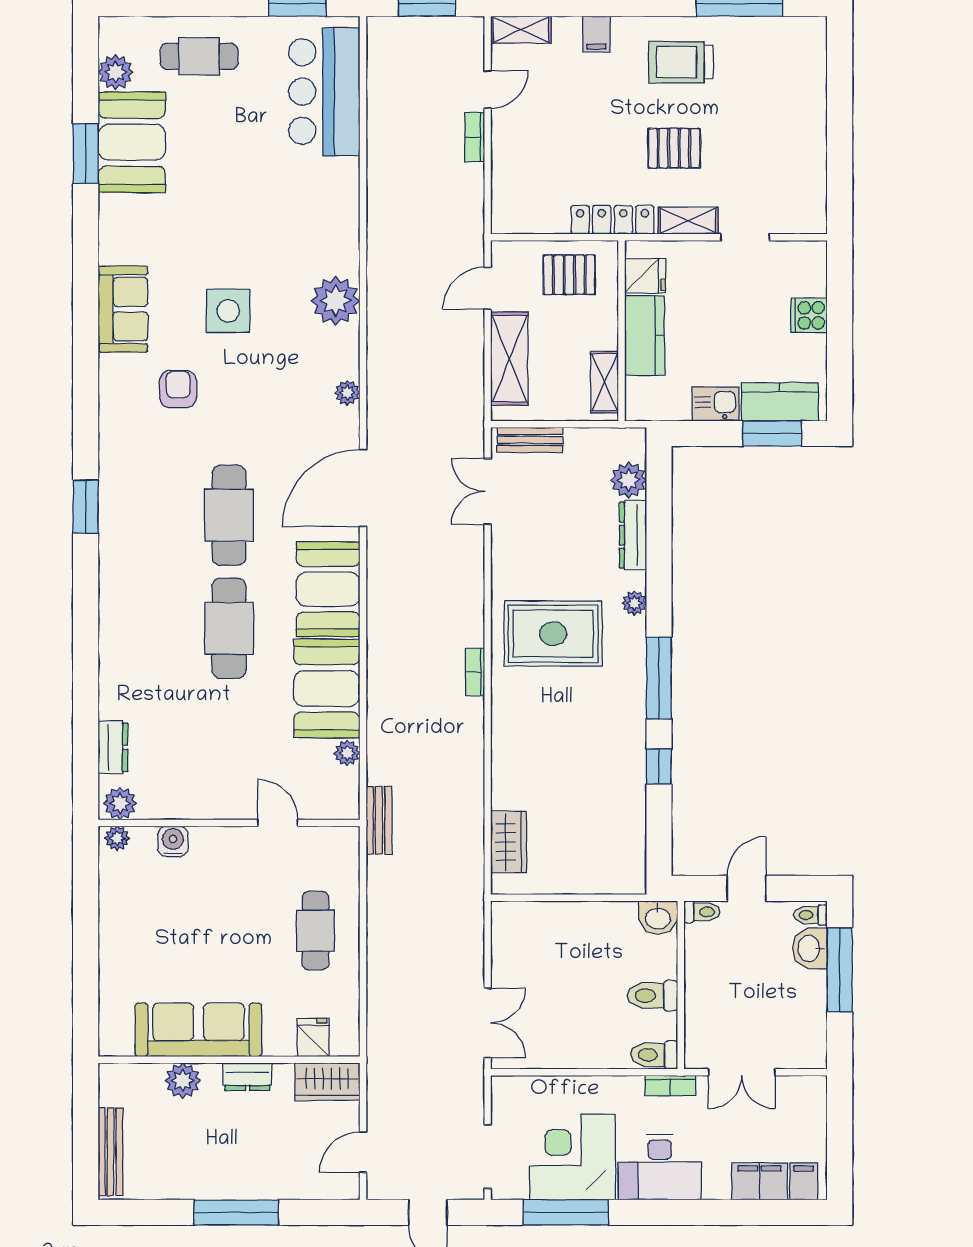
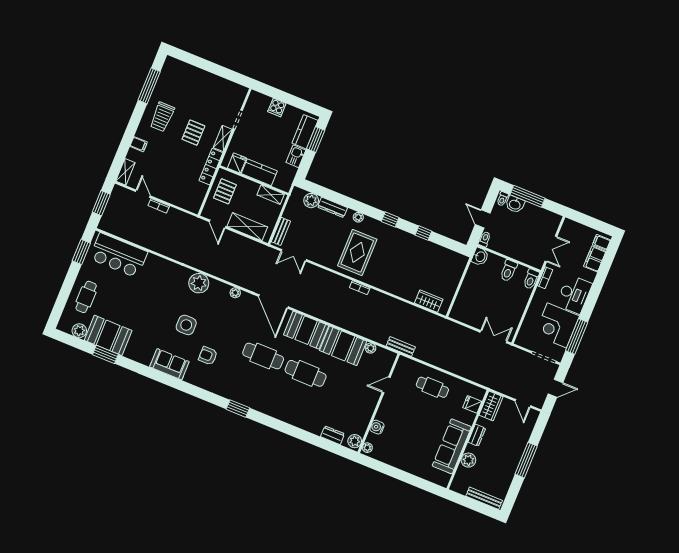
window: (659, 678) -> (390, 219), width x0.46

